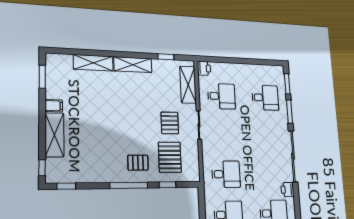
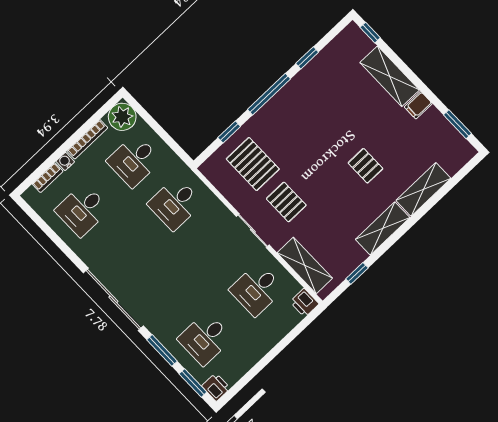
pallet: (138, 163) -> (365, 166), moved, turned 90
window: (66, 186) -> (307, 58), moved
printer: (287, 190) -> (216, 387), moved

